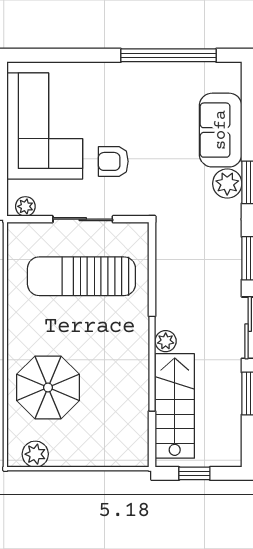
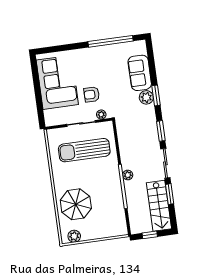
plant: (25, 206) -> (101, 115), moved
stairs: (175, 406) -> (159, 206), moved, turned 180

